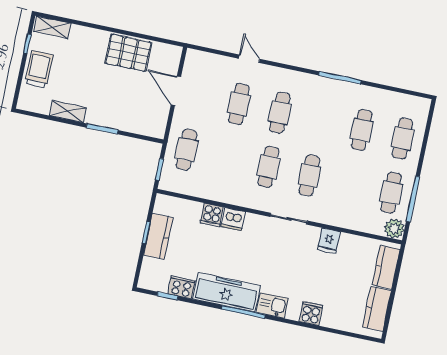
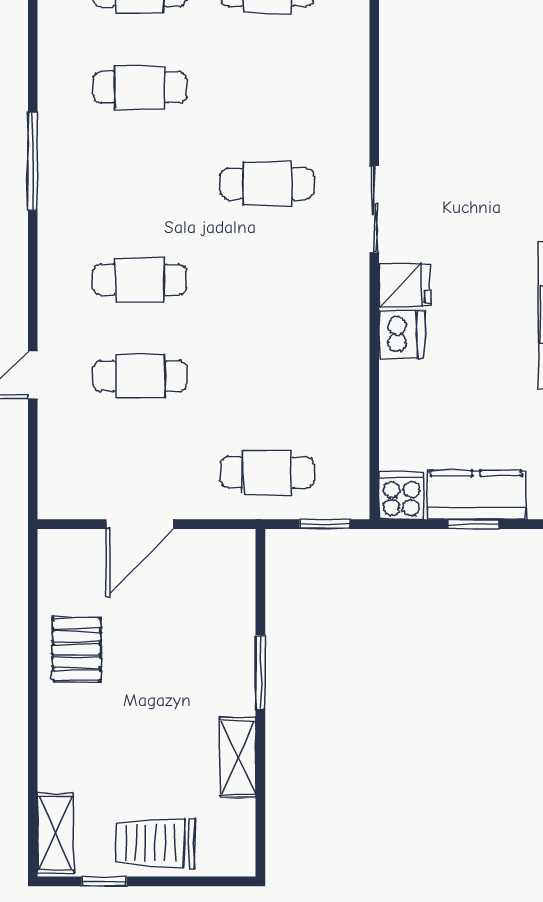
pallet: (128, 53) -> (77, 649), width x0.67, depth x0.71
cafe table: (268, 167) -> (267, 280), removed
cooker: (212, 215) -> (401, 496), moved, turned -90
fridge: (329, 241) -> (405, 285), moved

